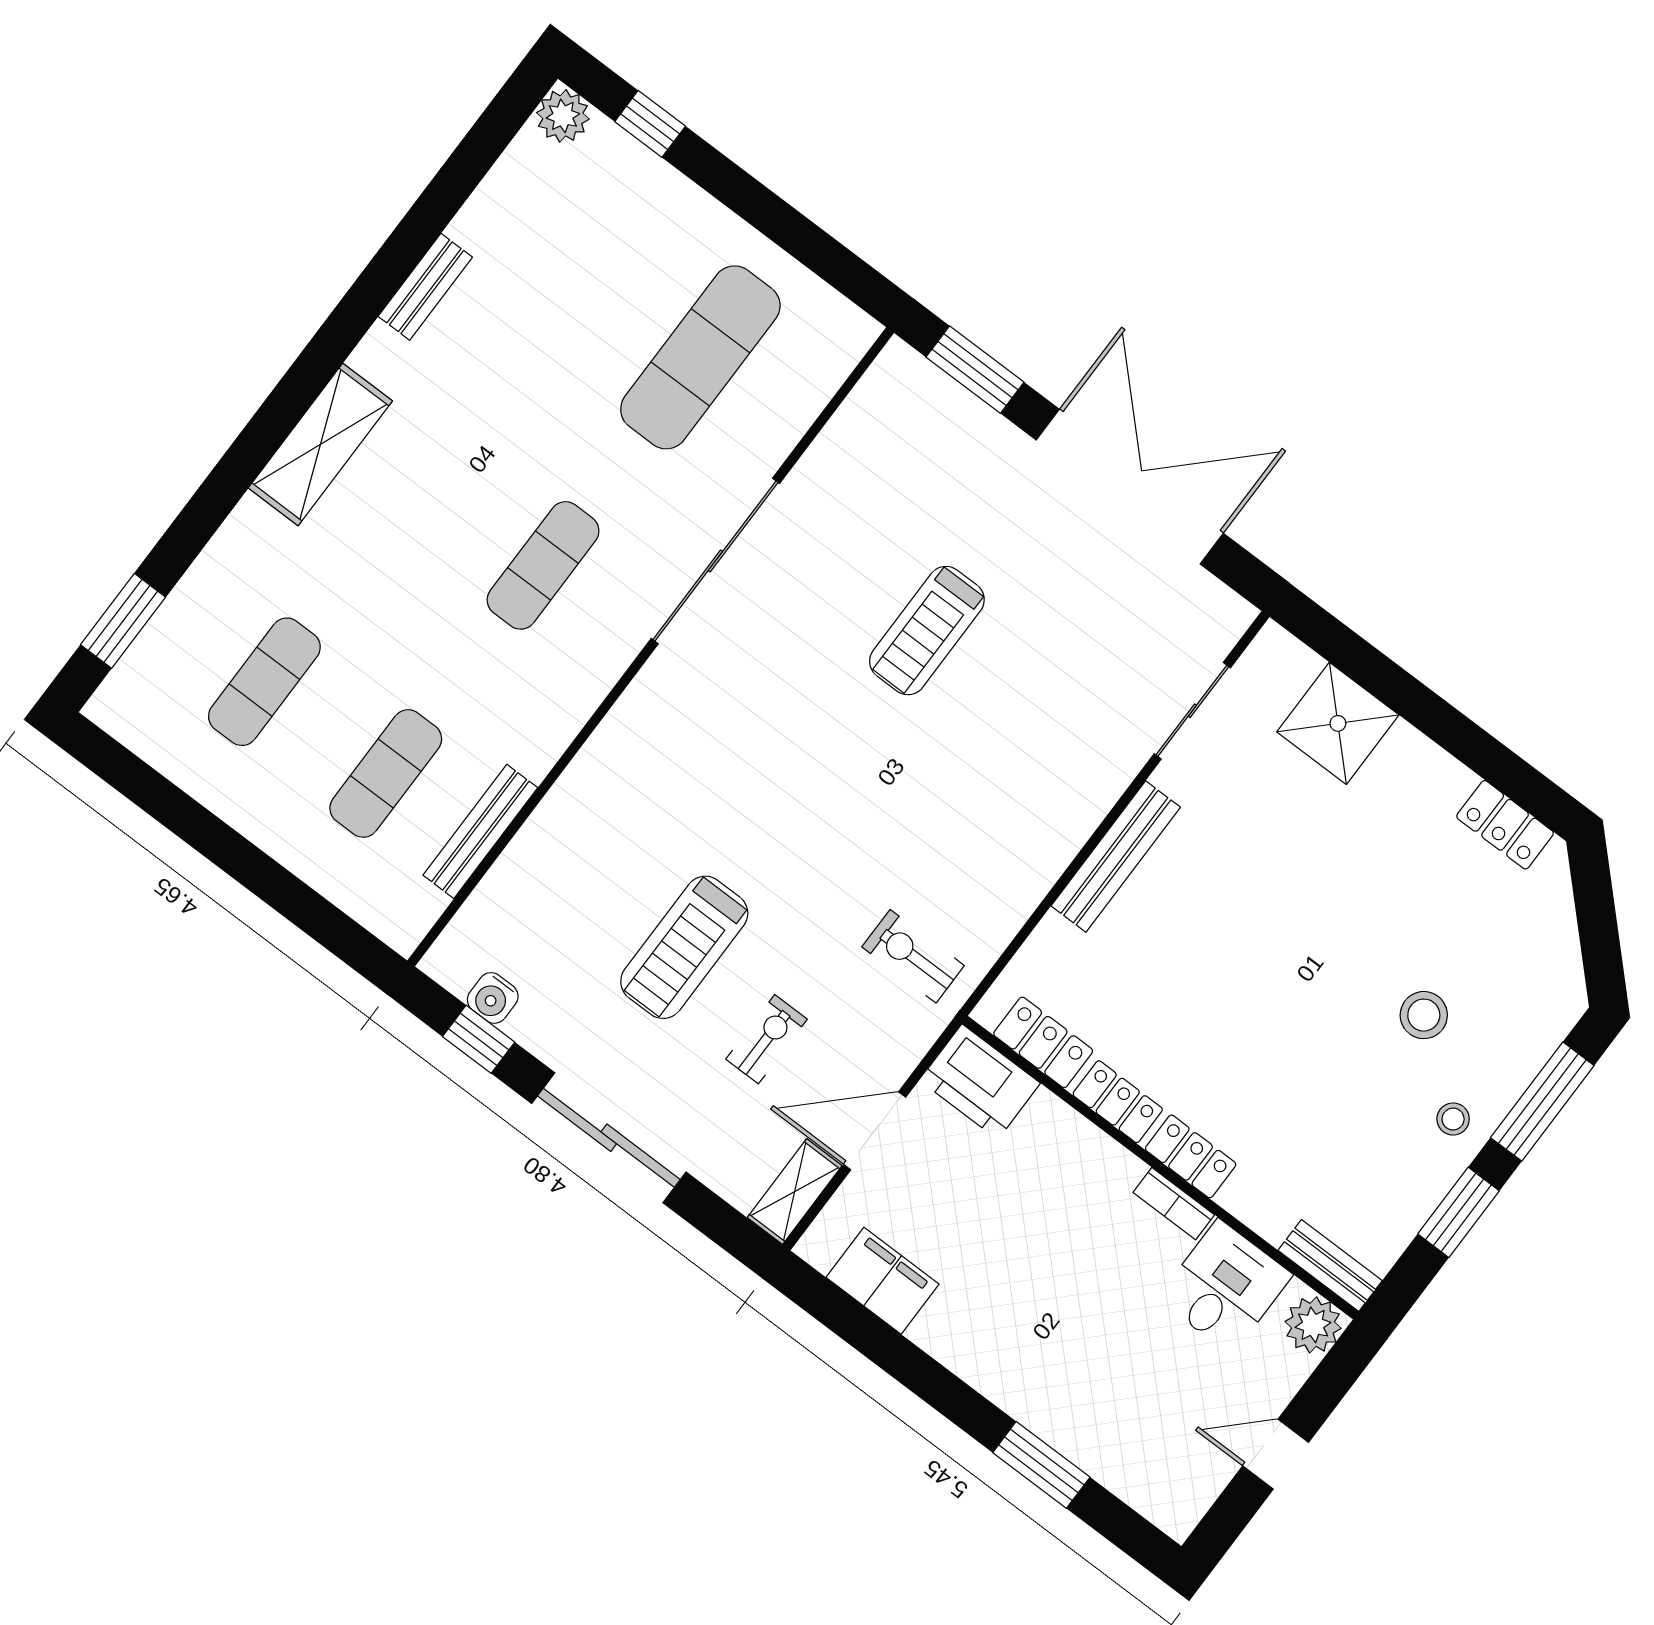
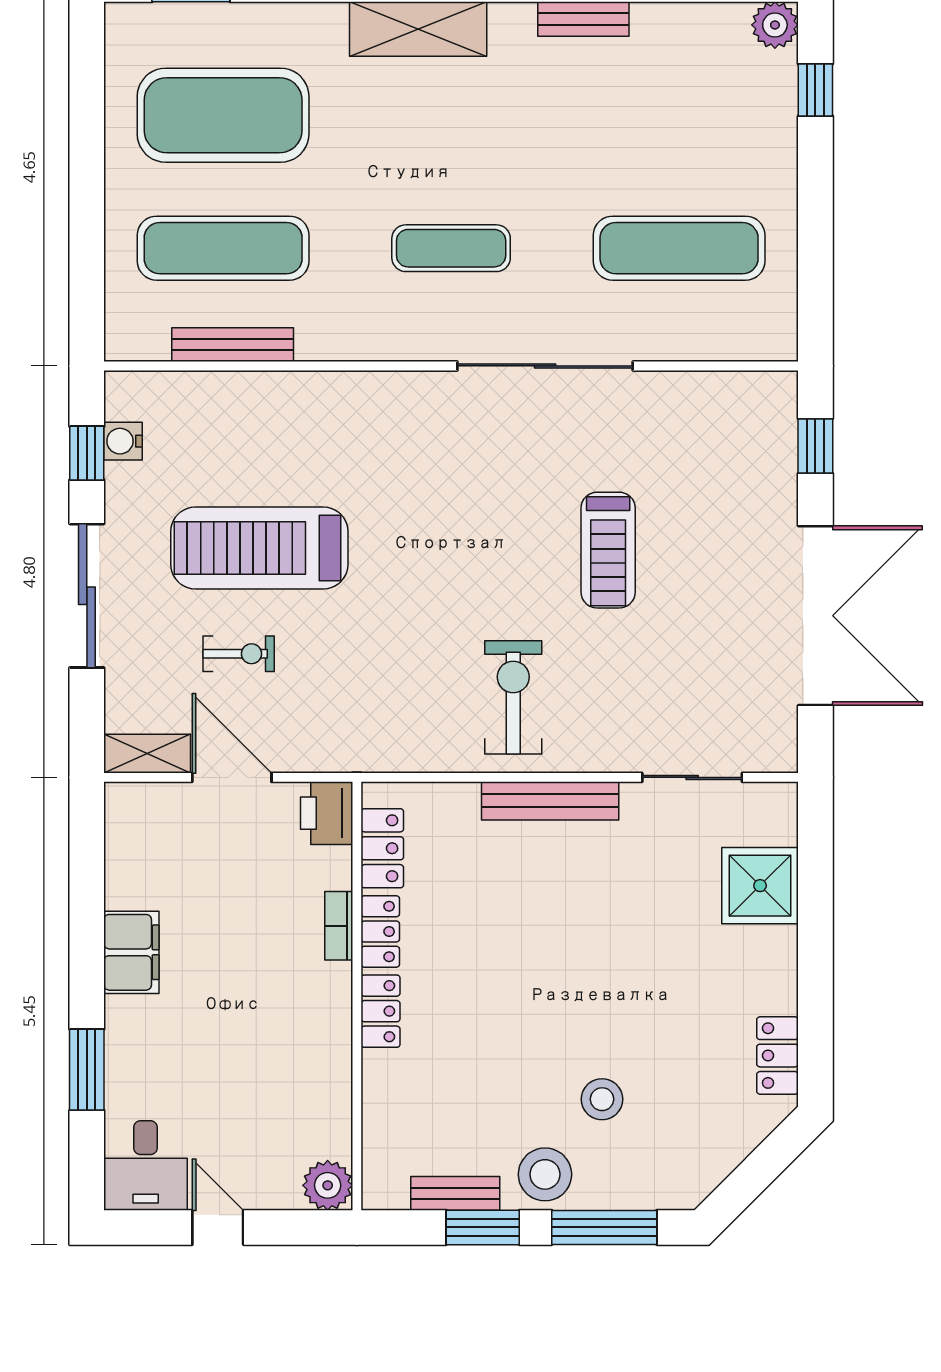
window: (975, 370) -> (815, 446), width x0.67
treadmill: (927, 631) -> (608, 550), turned -90
exercise mat: (264, 682) -> (223, 115), width x2.00, depth x1.45
exercise mat: (386, 773) -> (223, 248), width x1.36, depth x1.45
treadmill: (684, 947) -> (259, 548), width x1.37, depth x1.38
exercise bike: (913, 956) -> (513, 697), moved, width x1.38, depth x1.39
printer: (980, 1082) -> (327, 813), width x0.73, depth x0.84
stool: (1453, 1119) -> (545, 1174), width x1.89, depth x1.89
bookcase: (1174, 1204) -> (339, 926), moved
bench: (1330, 1265) -> (455, 1193), moved, turned 90
filing cabinet: (883, 1281) -> (131, 952), moved
desk: (1225, 1287) -> (146, 1165), moved, turned 90

